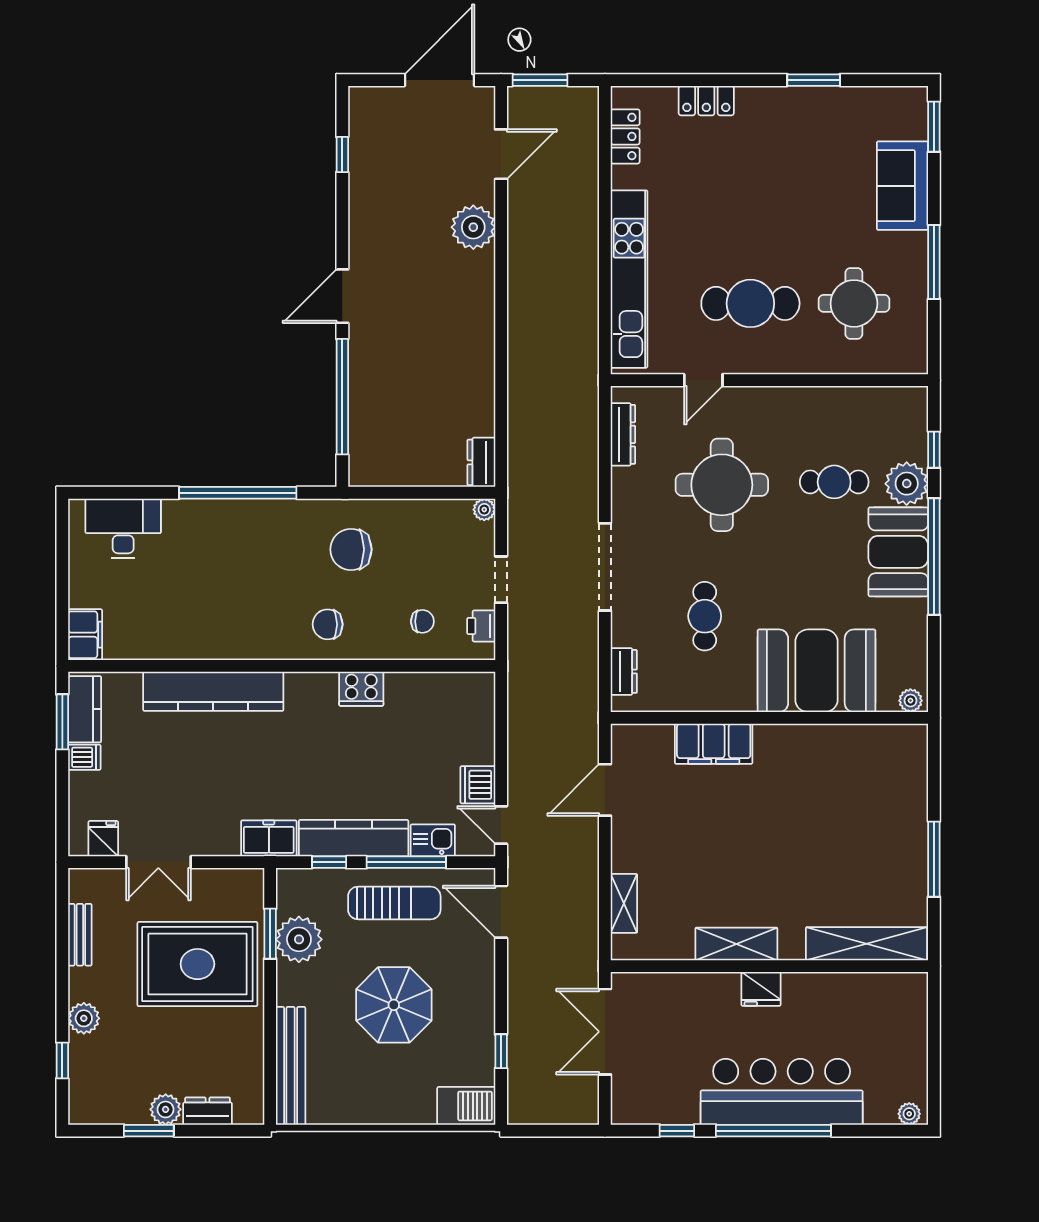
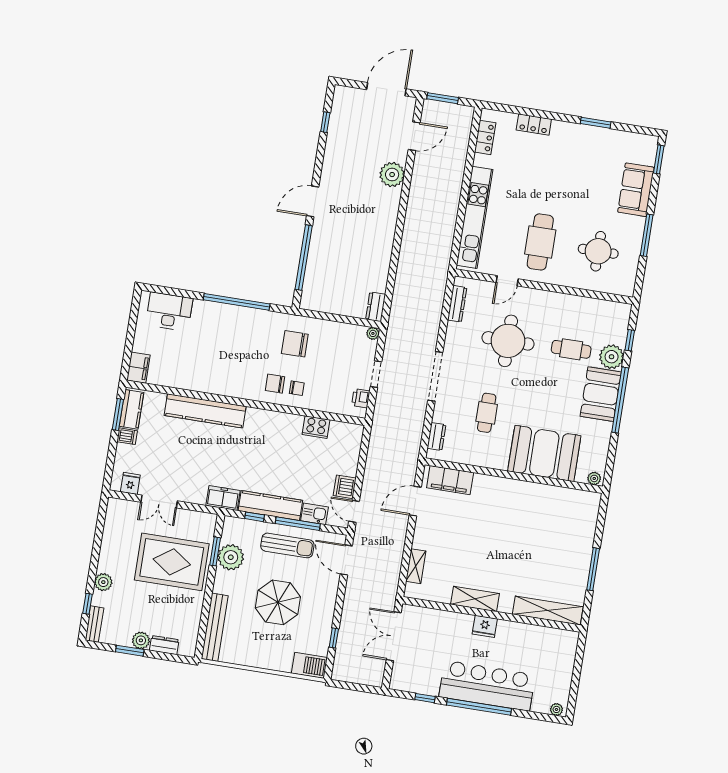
cafe table: (750, 303) -> (540, 242), turned 90
chair: (422, 621) -> (297, 388), moved
cooker: (361, 689) -> (316, 427), moved
filing cabinet: (714, 744) -> (450, 480), moved
bench: (80, 935) -> (94, 624), moved

